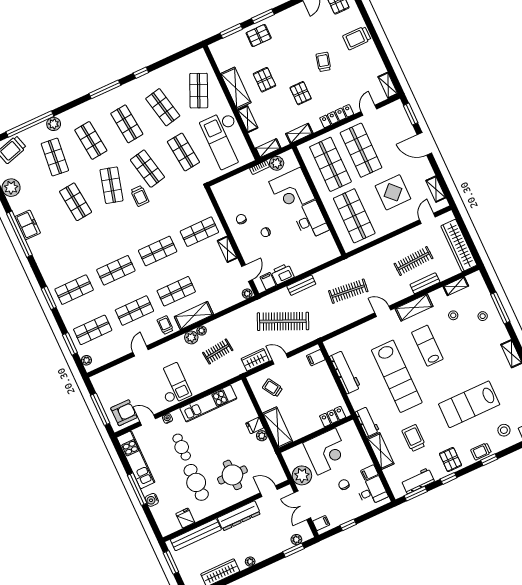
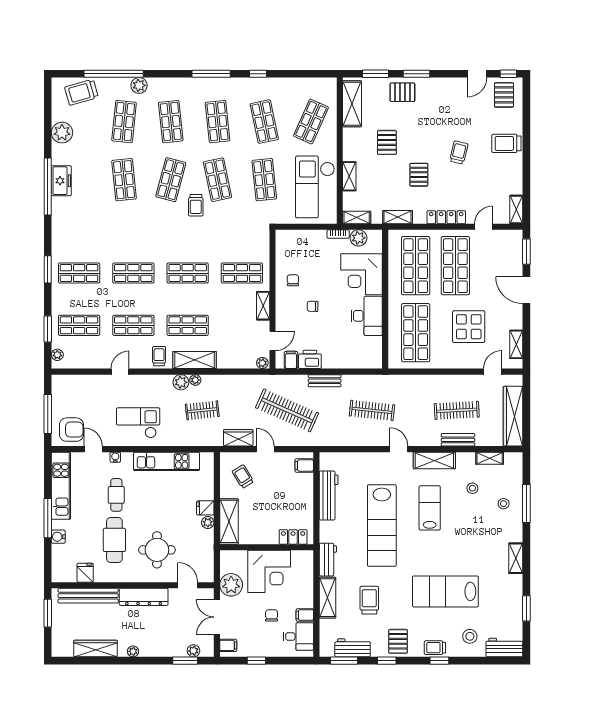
shelving: (236, 88) -> (352, 104), moved
checkout: (173, 384) -> (138, 423), turned -90

